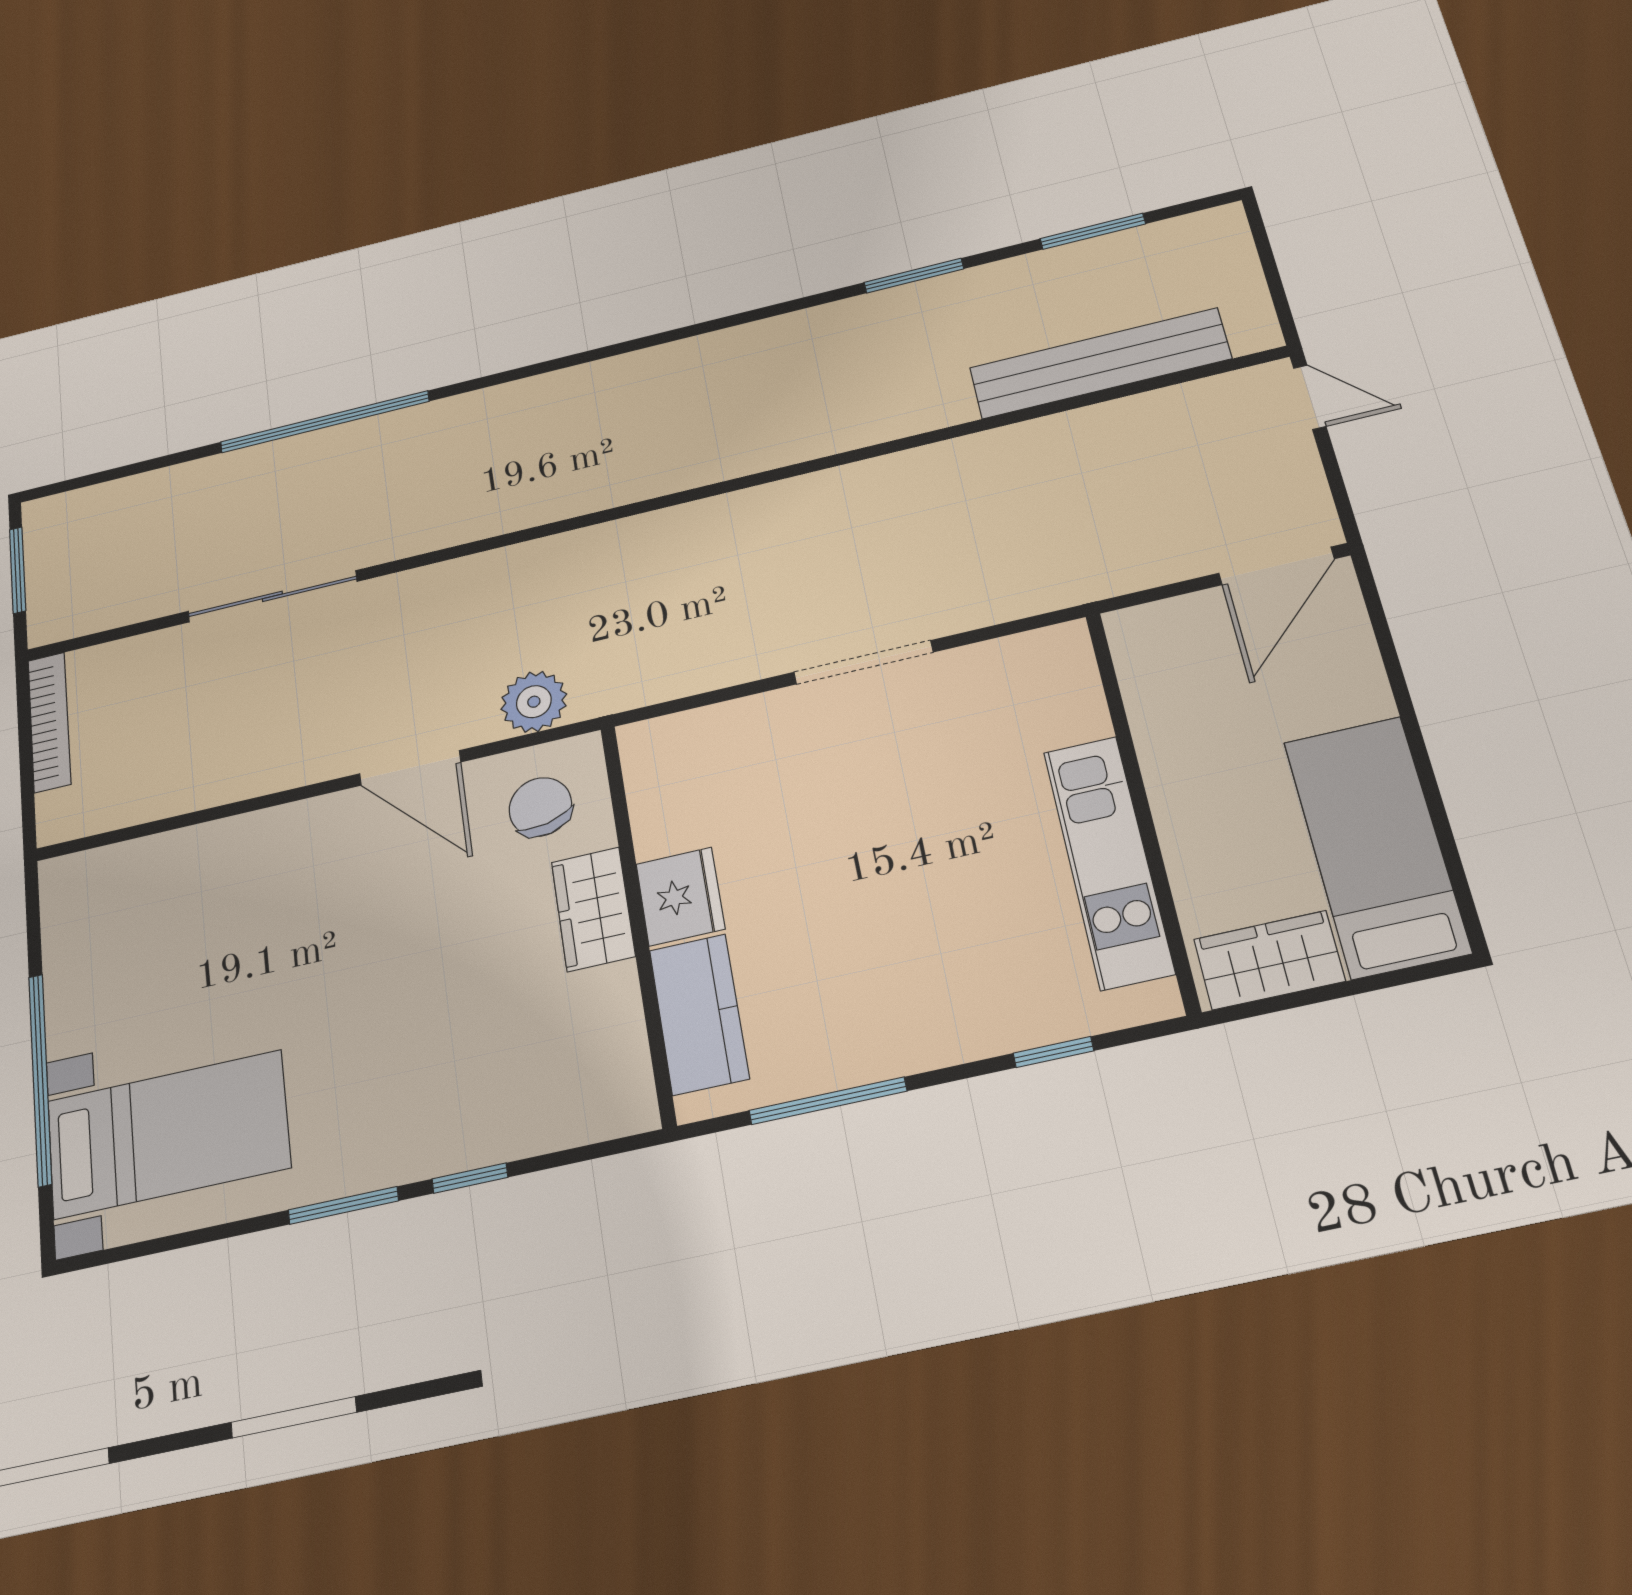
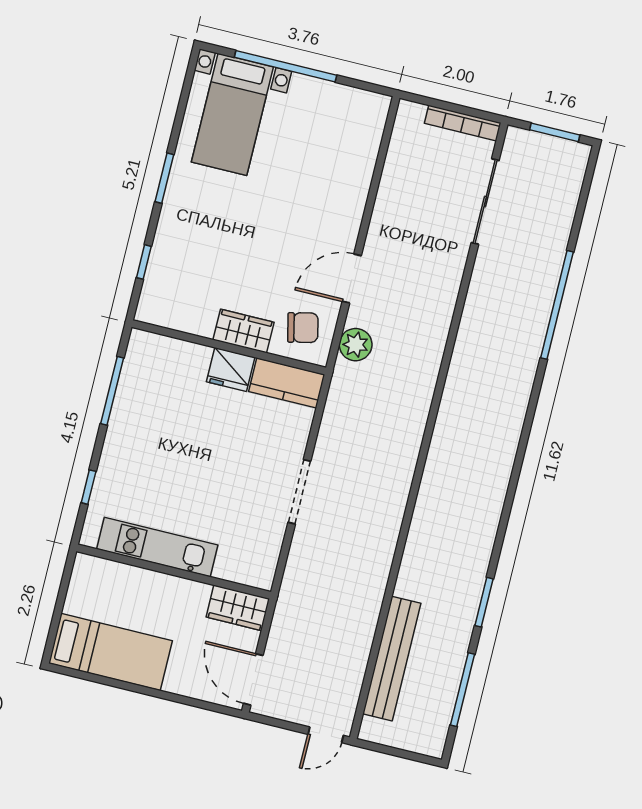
window: (1093, 231) -> (463, 690), width x1.44
sliding door: (272, 596) -> (485, 202), moved
wardrobe: (1269, 960) -> (238, 608), moved, turned 90
kitchen counter: (699, 1014) -> (287, 383), moved
window: (470, 1178) -> (144, 262), moved

